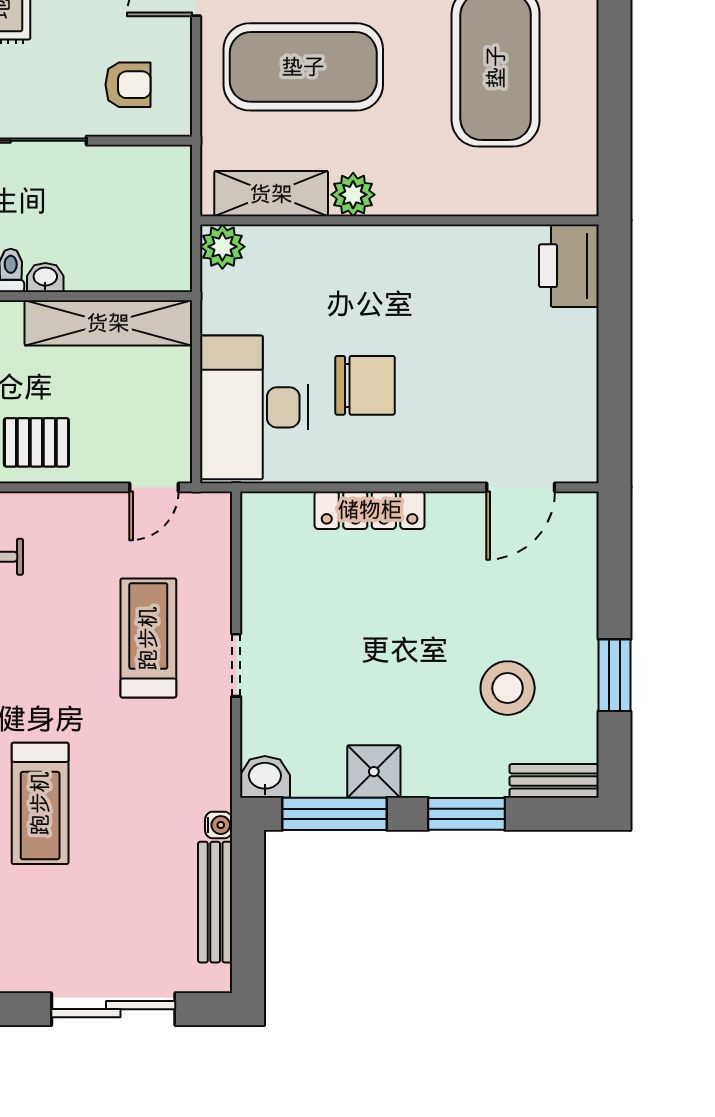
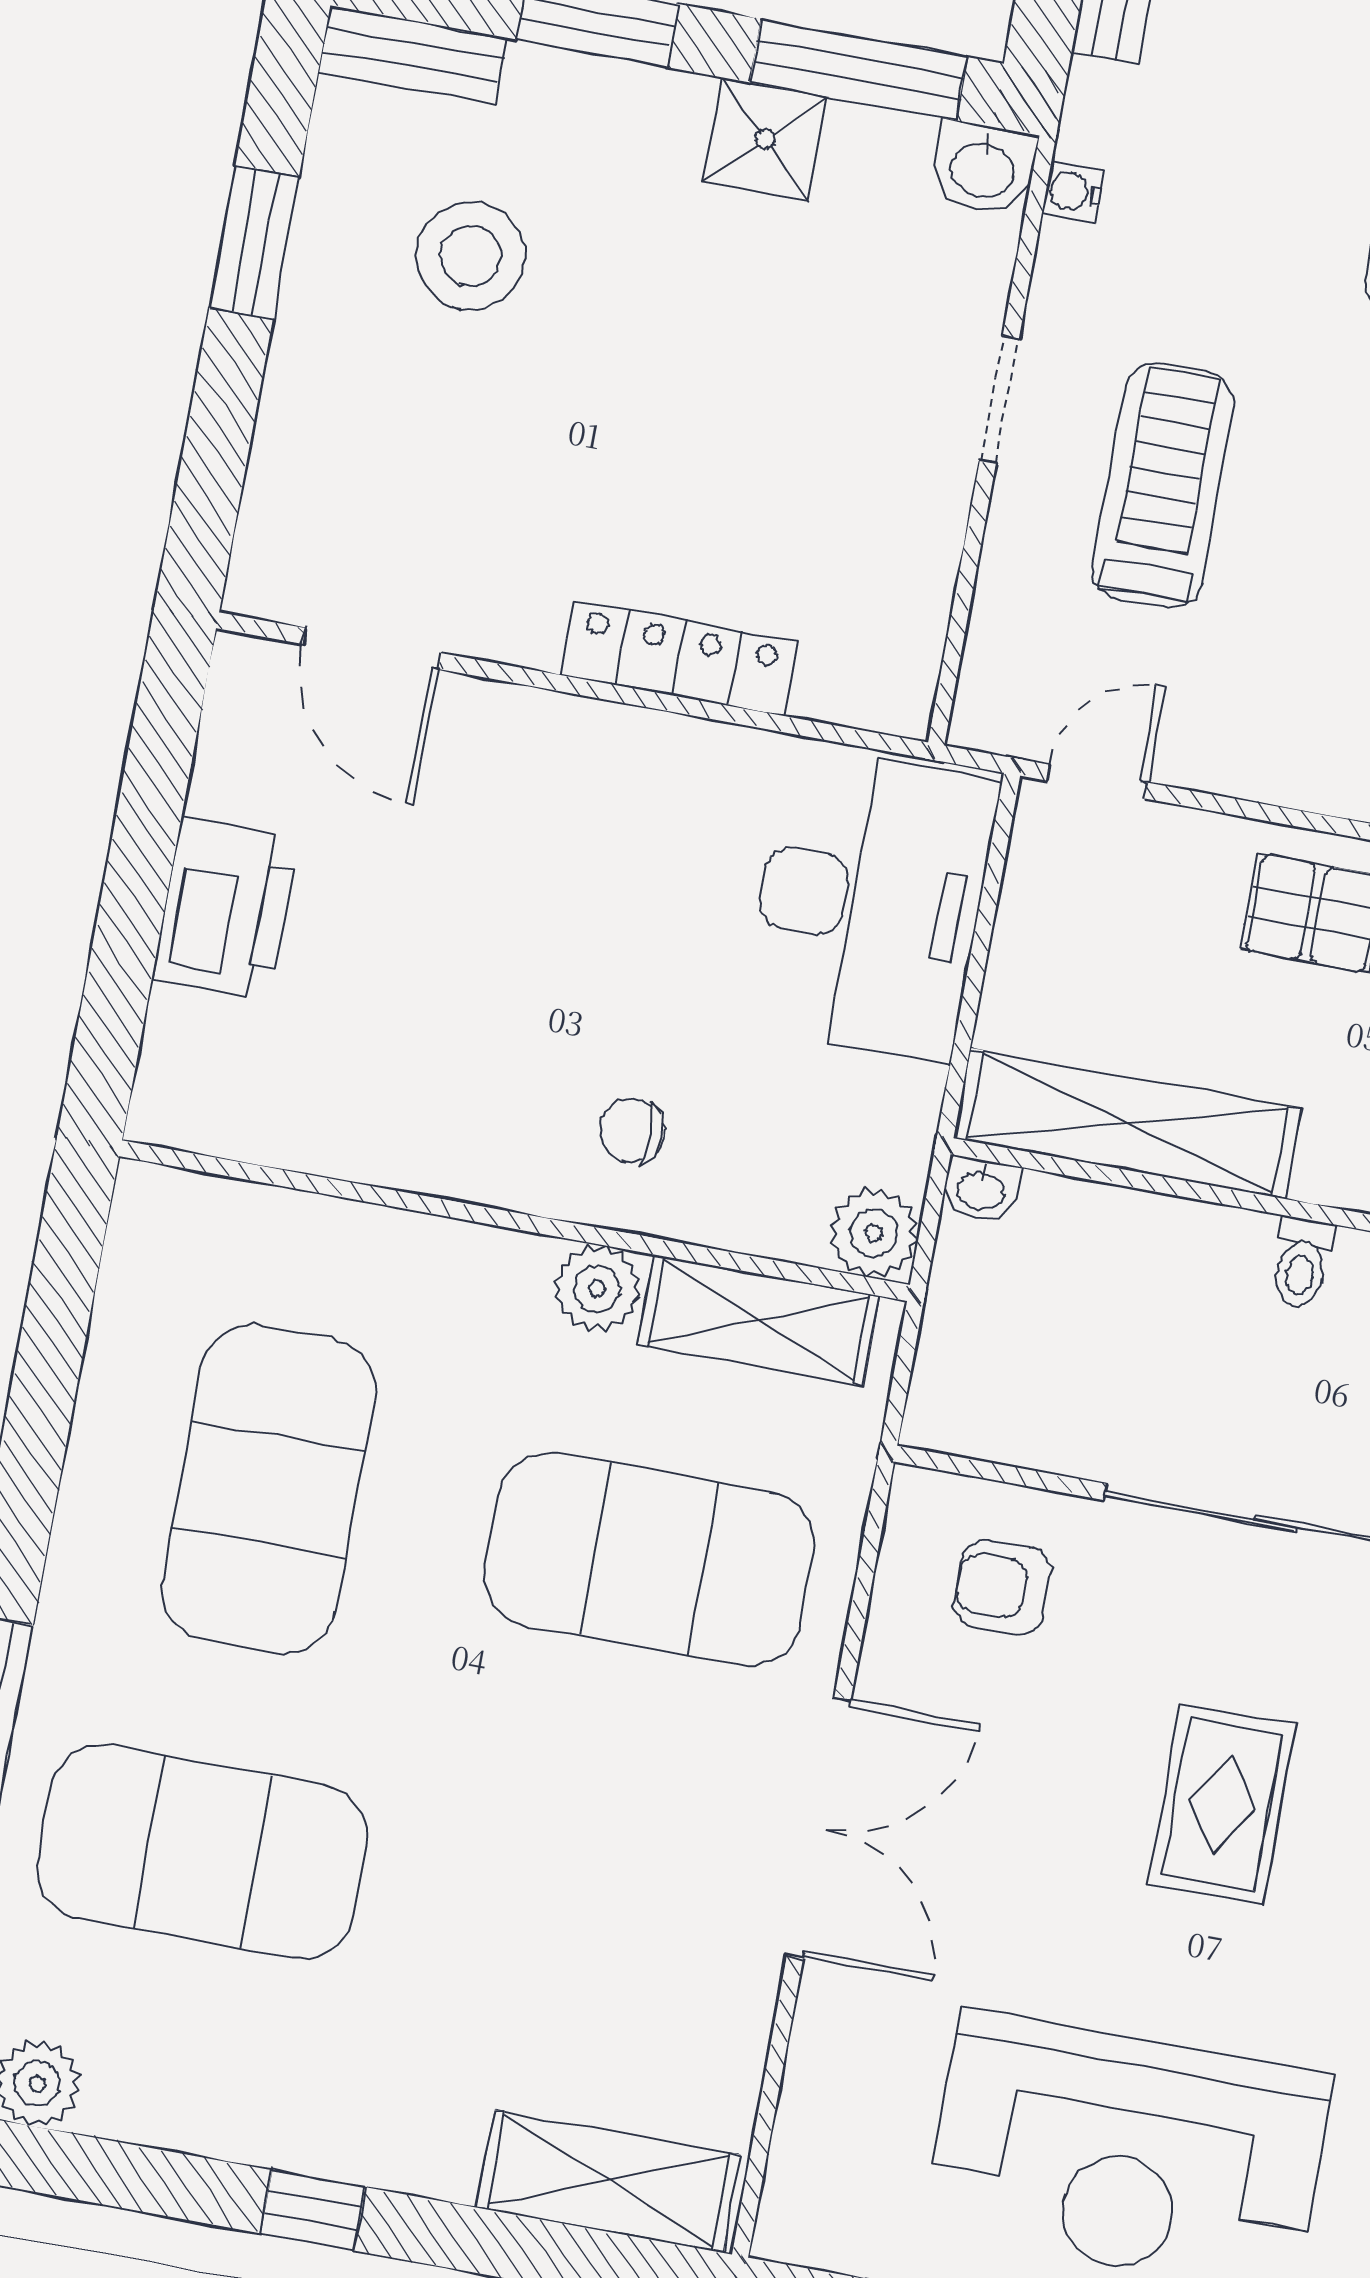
printer: (569, 266) -> (225, 909), moved
washbasin: (45, 277) -> (981, 1190), moved
chair: (365, 385) -> (632, 1131), moved, width x0.54, depth x0.54
door: (521, 487) -> (372, 649), swing flipped
treadmill: (148, 638) -> (1163, 486), turned 180
water cooler: (219, 825) -> (1073, 192), moved

